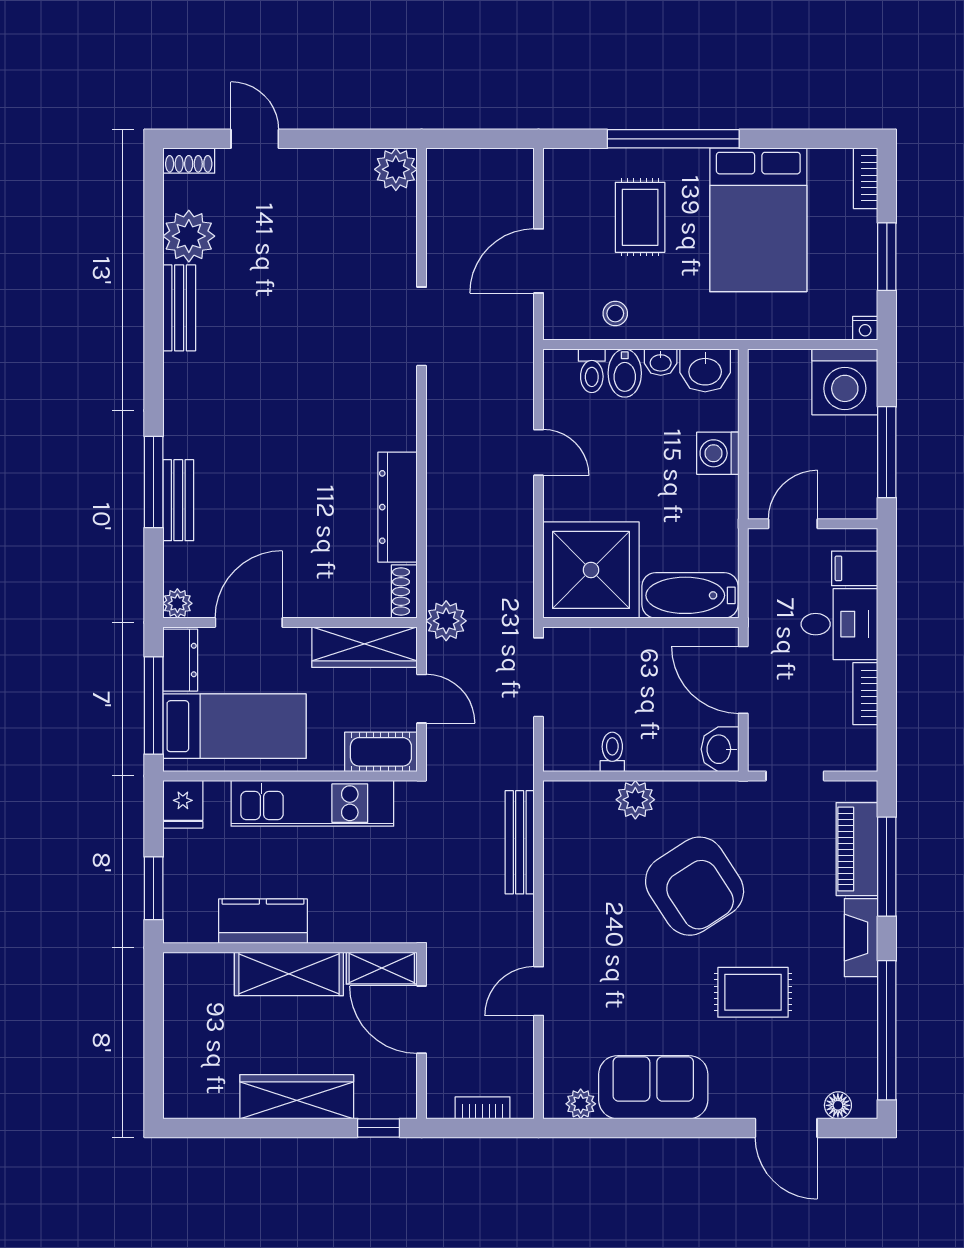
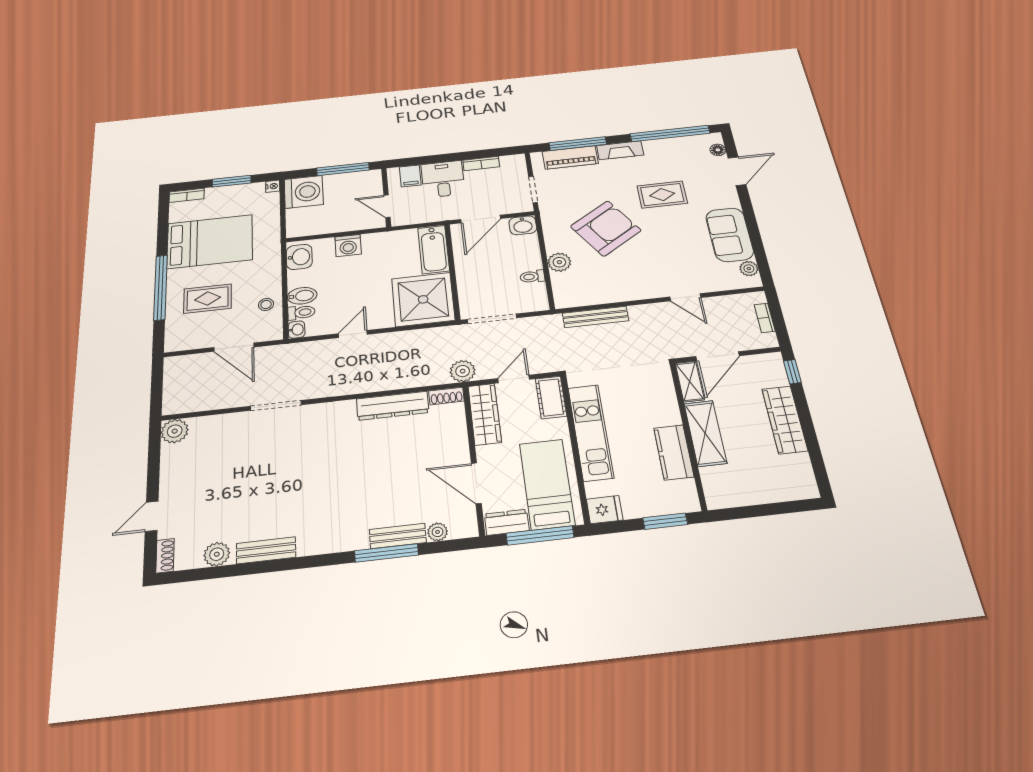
plant: (189, 236) -> (217, 554), width x0.73, depth x0.73
washbasin: (661, 362) -> (297, 330), moved
plant: (177, 603) -> (438, 532), moved
rug: (753, 992) -> (662, 195), turned 90

